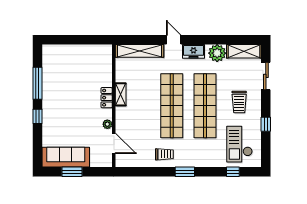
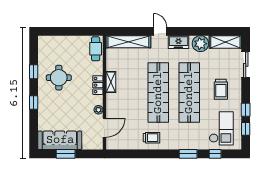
cafe table: (104, 59) -> (96, 49), added
window: (37, 83) -> (34, 72), width x0.46
round table: (65, 90) -> (59, 78), added
door: (114, 143) -> (104, 128), hinge flipped
checkout: (239, 144) -> (221, 128), turned 180
window: (266, 145) -> (246, 129), added
window: (185, 172) -> (188, 154), moved

